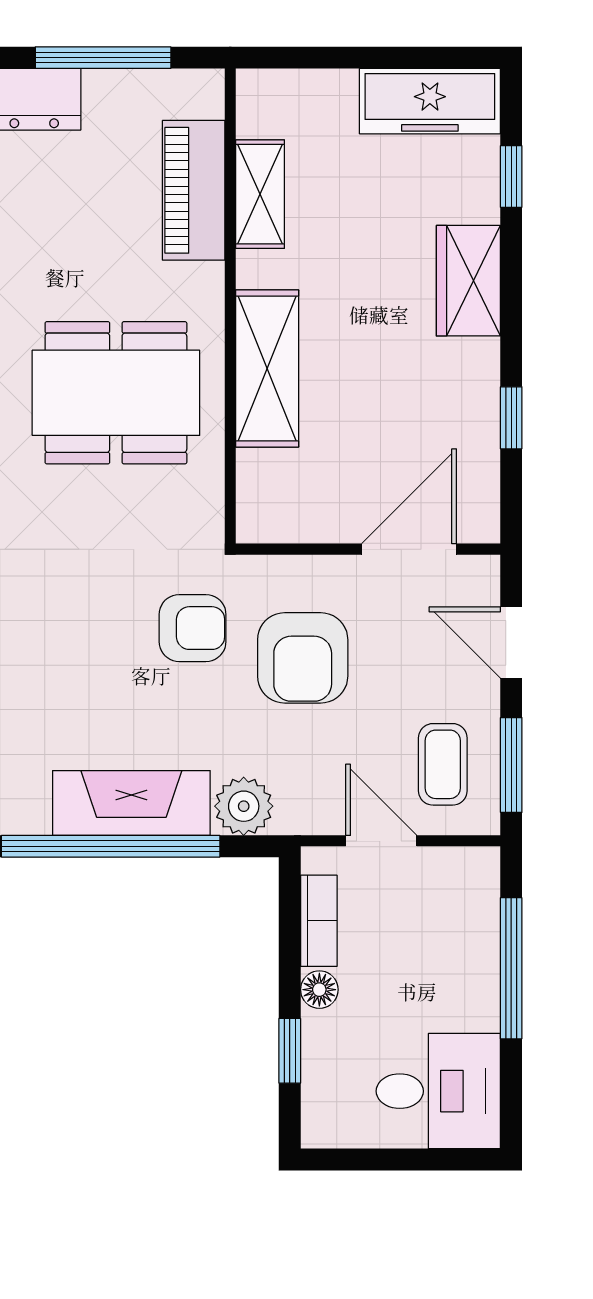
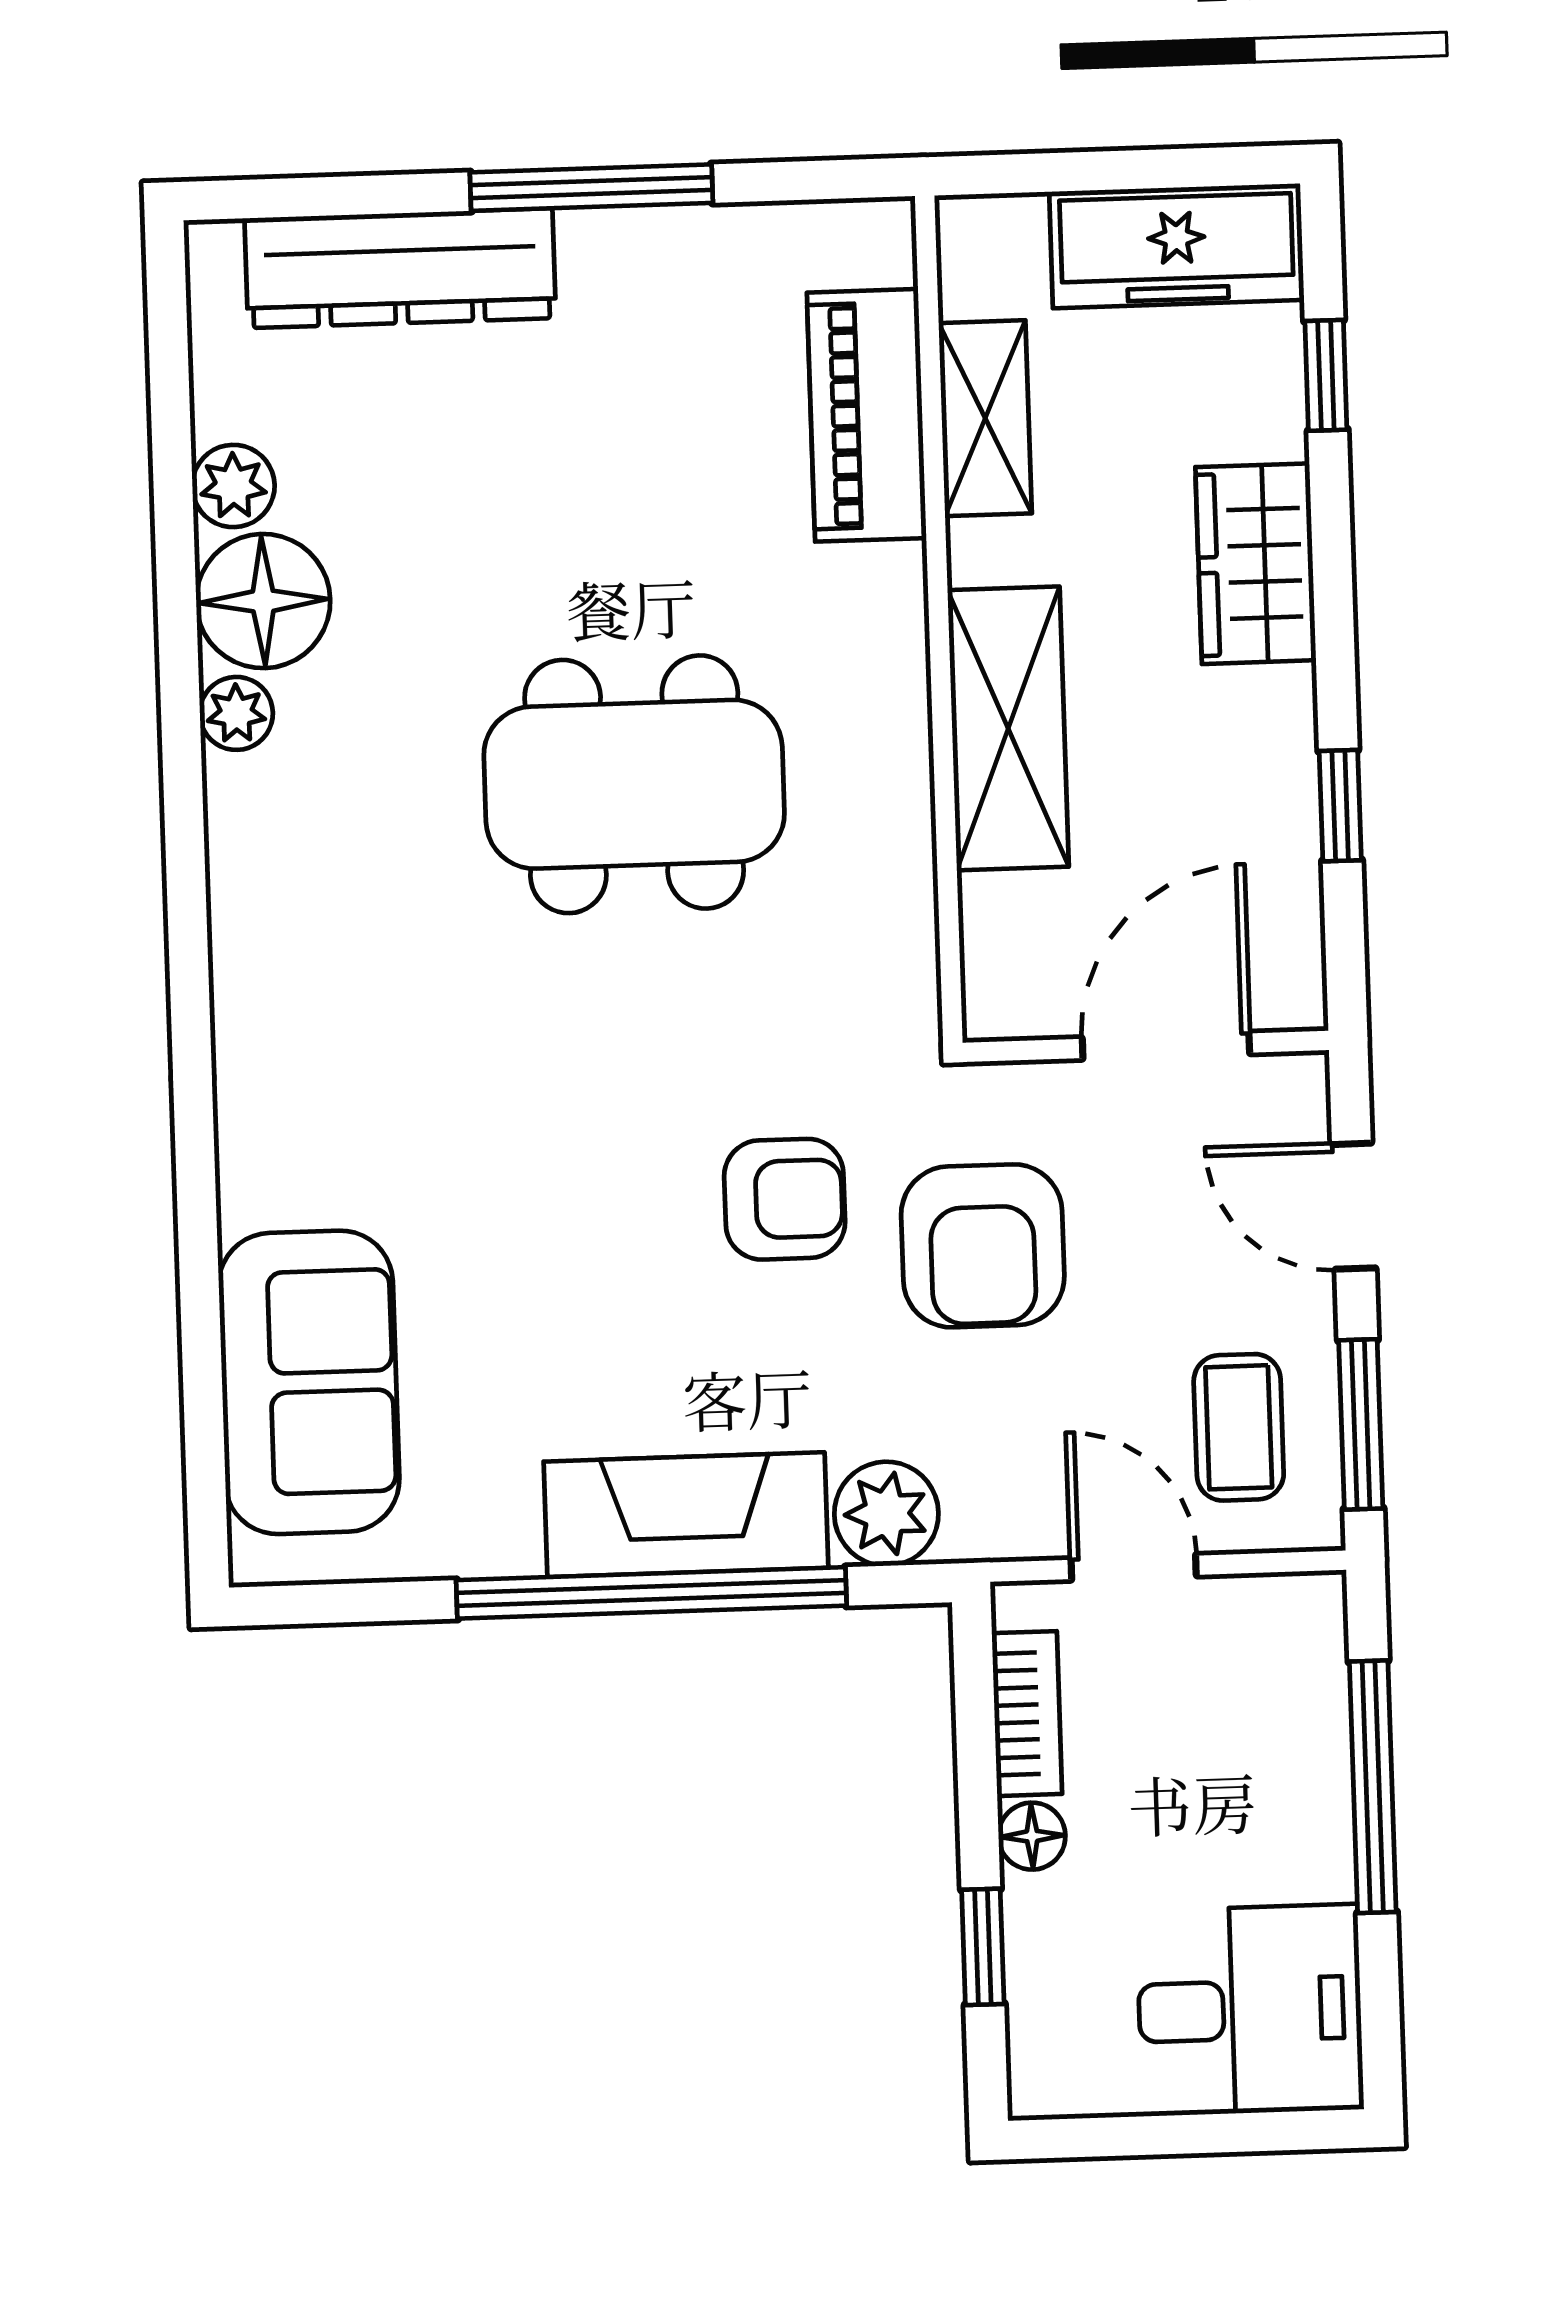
piano: (194, 190) -> (867, 415), moved
shelving: (260, 194) -> (985, 418), moved
wall: (230, 306) -> (939, 619), moved
shelving: (267, 368) -> (1008, 728), moved

